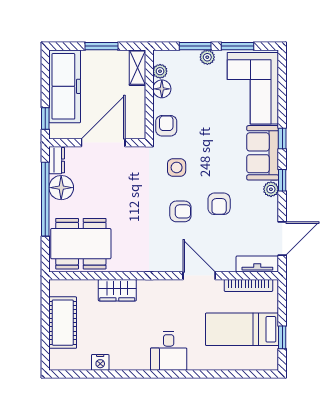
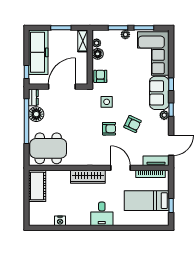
armchair: (219, 204) -> (133, 124), turned -65
wardrobe: (117, 290) -> (88, 177), moved, width x1.50
cot: (63, 323) -> (37, 186), moved

